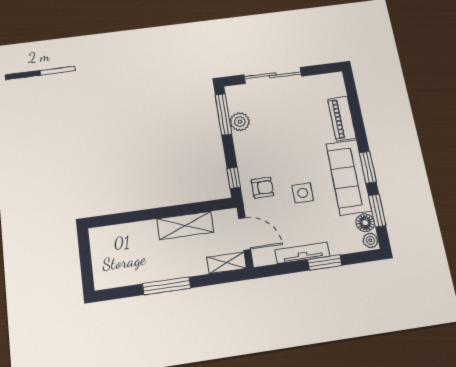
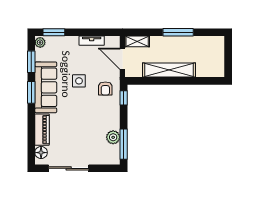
sliding door: (273, 75) -> (69, 168), moved
armchair: (262, 188) -> (105, 88), turned -90
floor lamp: (365, 223) -> (41, 153), moved
shelving: (185, 225) -> (169, 70), width x1.47
tv unit: (302, 253) -> (92, 41), width x0.71
window: (325, 263) -> (54, 32), moved

